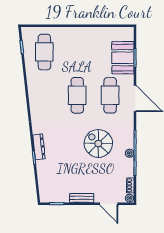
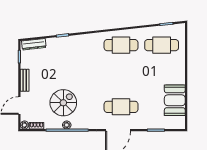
booth: (123, 58) -> (175, 100), moved, turned 90
cafe table: (77, 95) -> (121, 45), moved
spiral stairs: (98, 143) -> (63, 103), moved
dresser: (39, 147) -> (34, 44), moved

